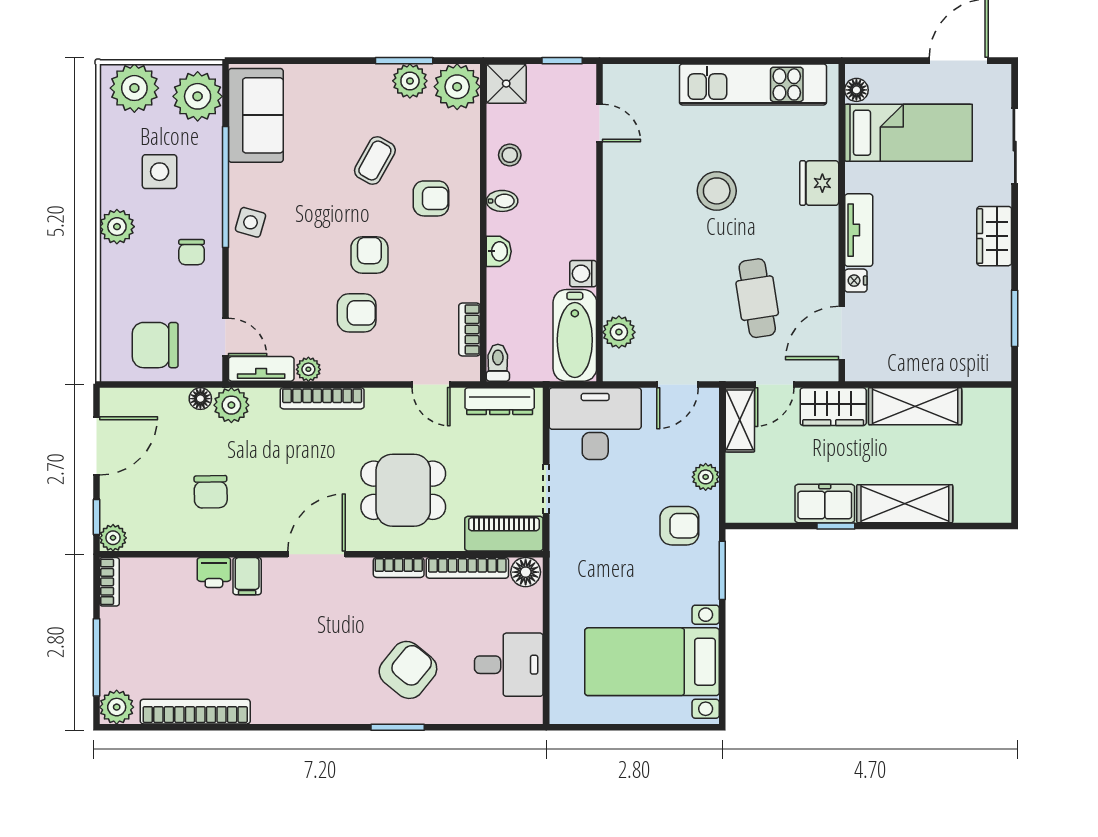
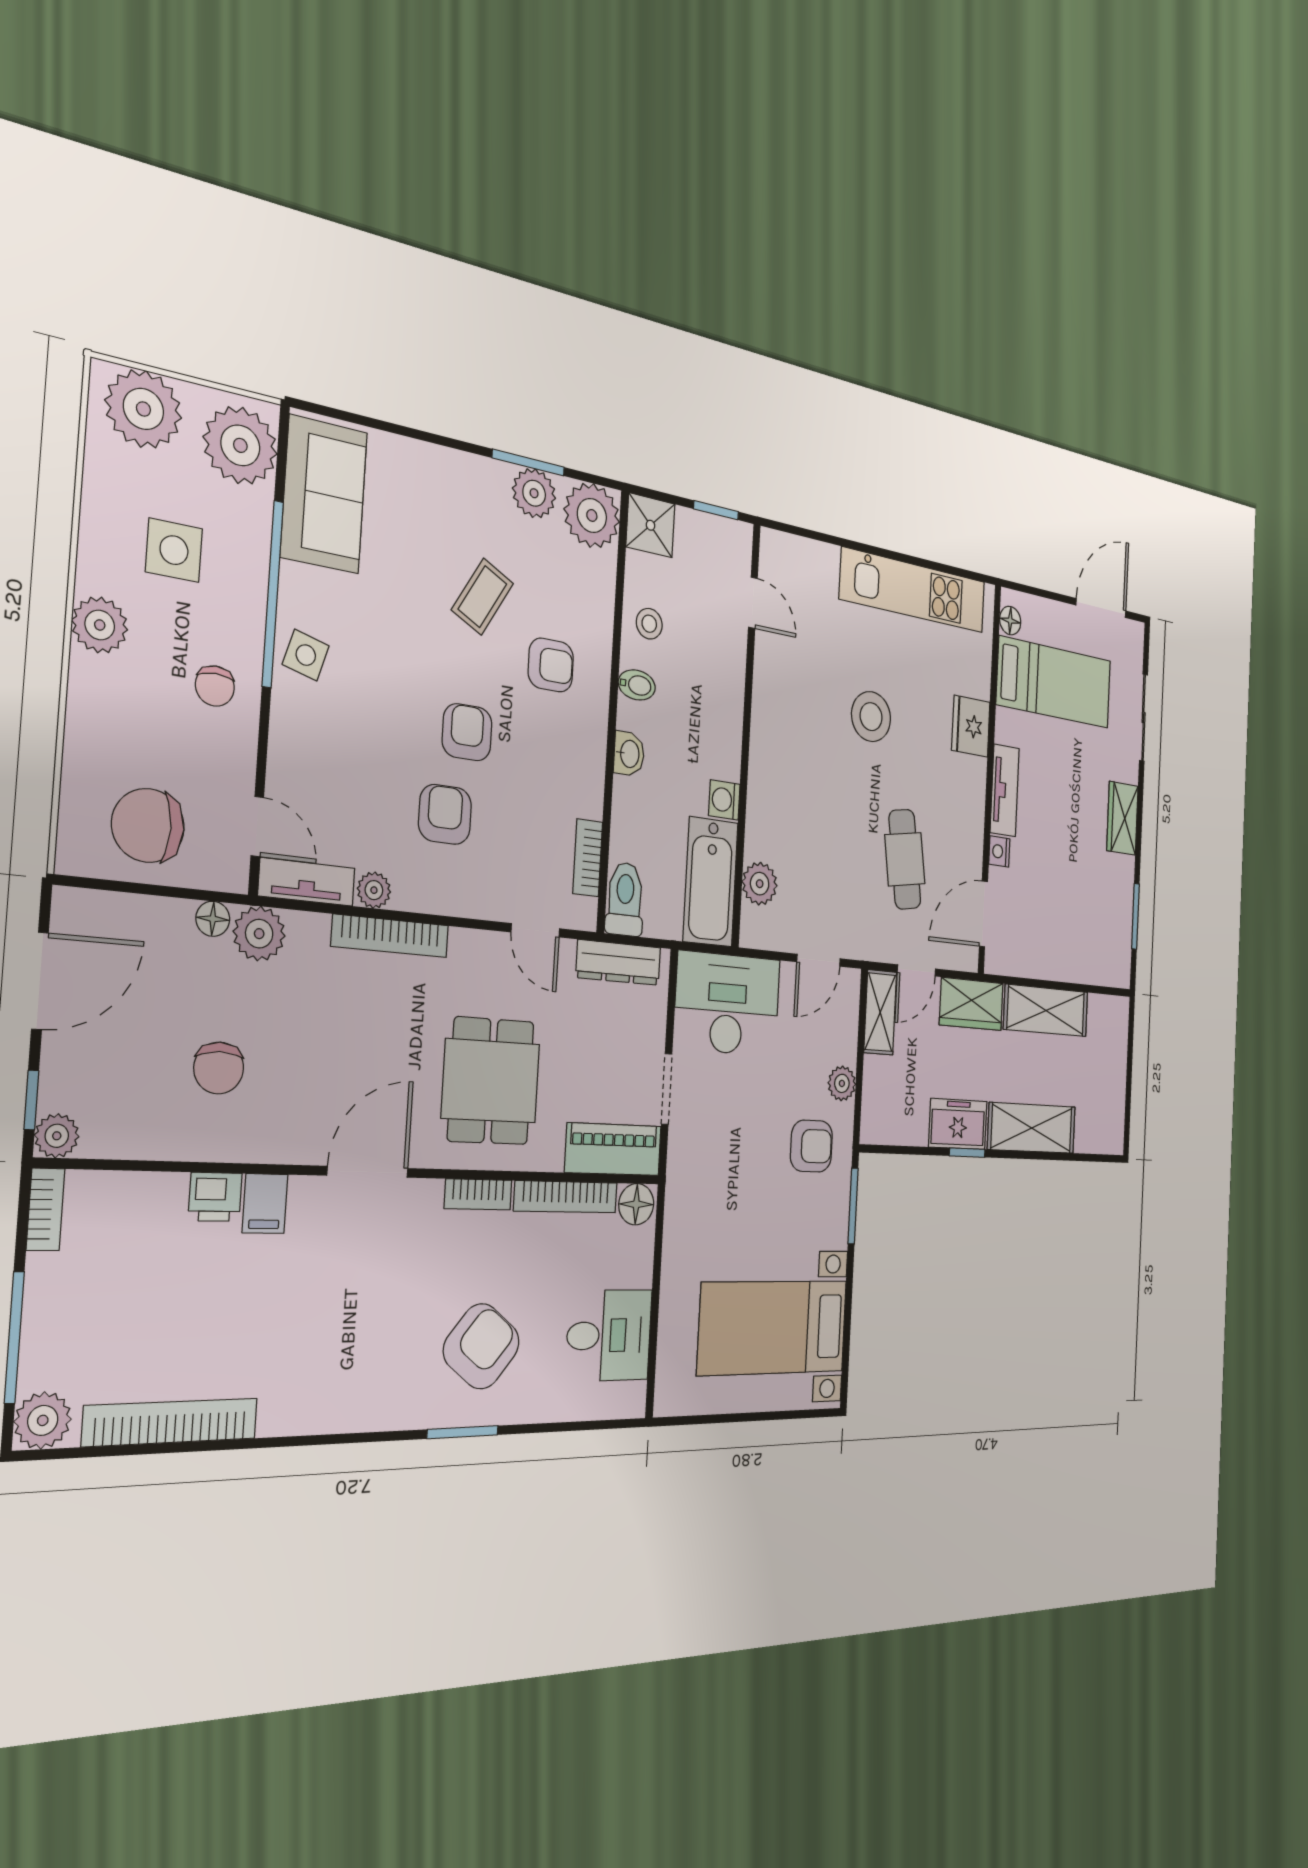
armchair: (357, 313) -> (445, 814), turned -90
toilet: (498, 363) -> (625, 899), width x1.37, depth x1.39
dining table: (403, 490) -> (491, 1081), turned 90

